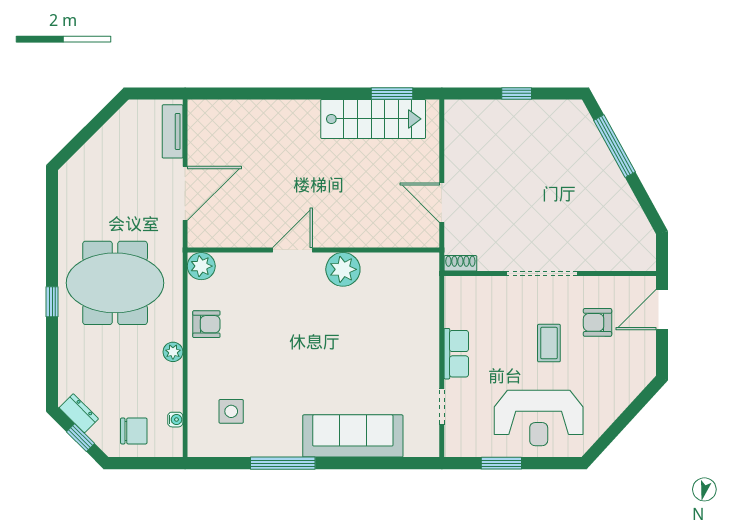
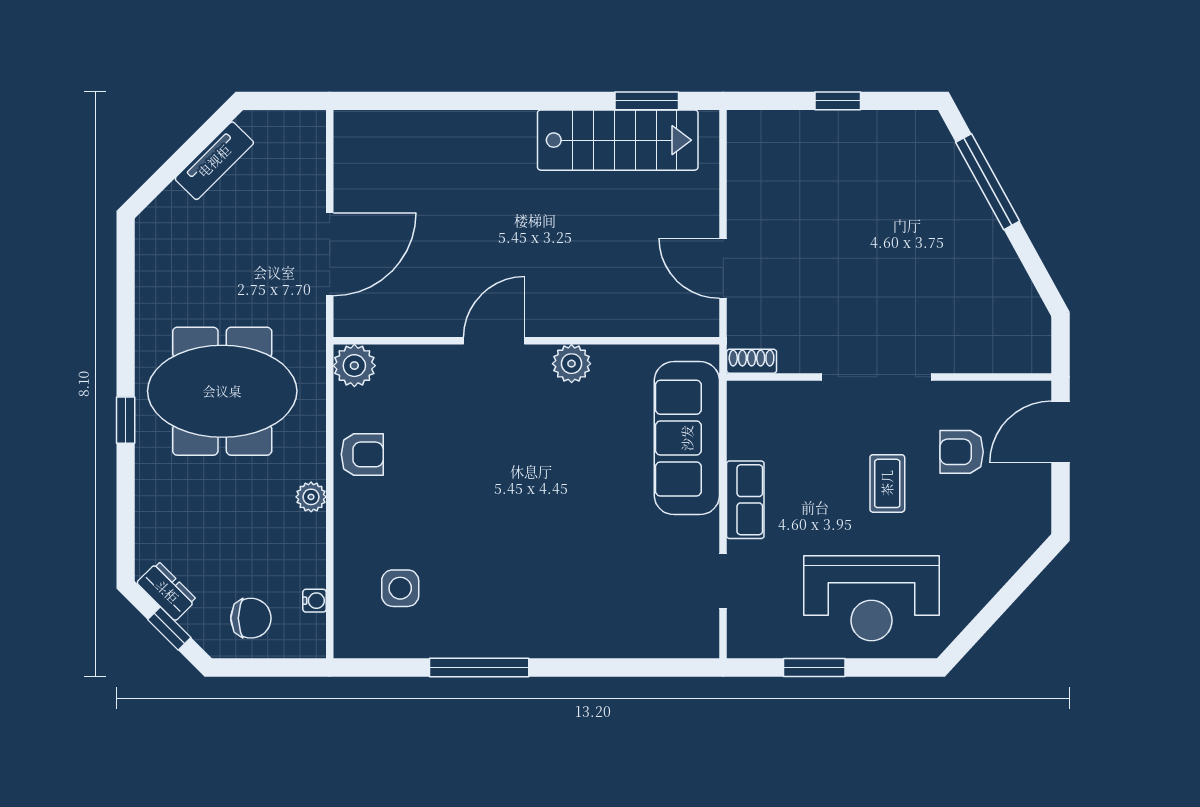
tv unit: (173, 131) -> (214, 161), moved, turned -135
plant: (343, 269) -> (572, 364), width x0.73, depth x0.73
sofa: (353, 436) -> (687, 438), moved, turned -90

